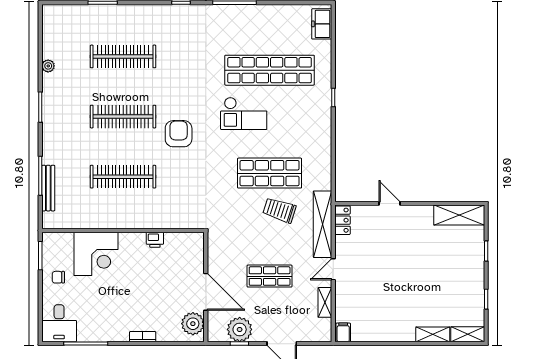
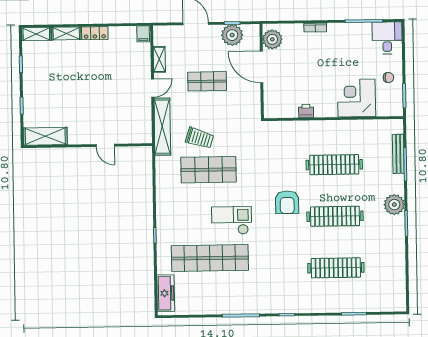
freezer: (322, 24) -> (166, 293), width x1.40
plant: (48, 66) -> (394, 205), moved, width x1.87, depth x1.87
locker: (343, 220) -> (95, 33), moved, turned -90

